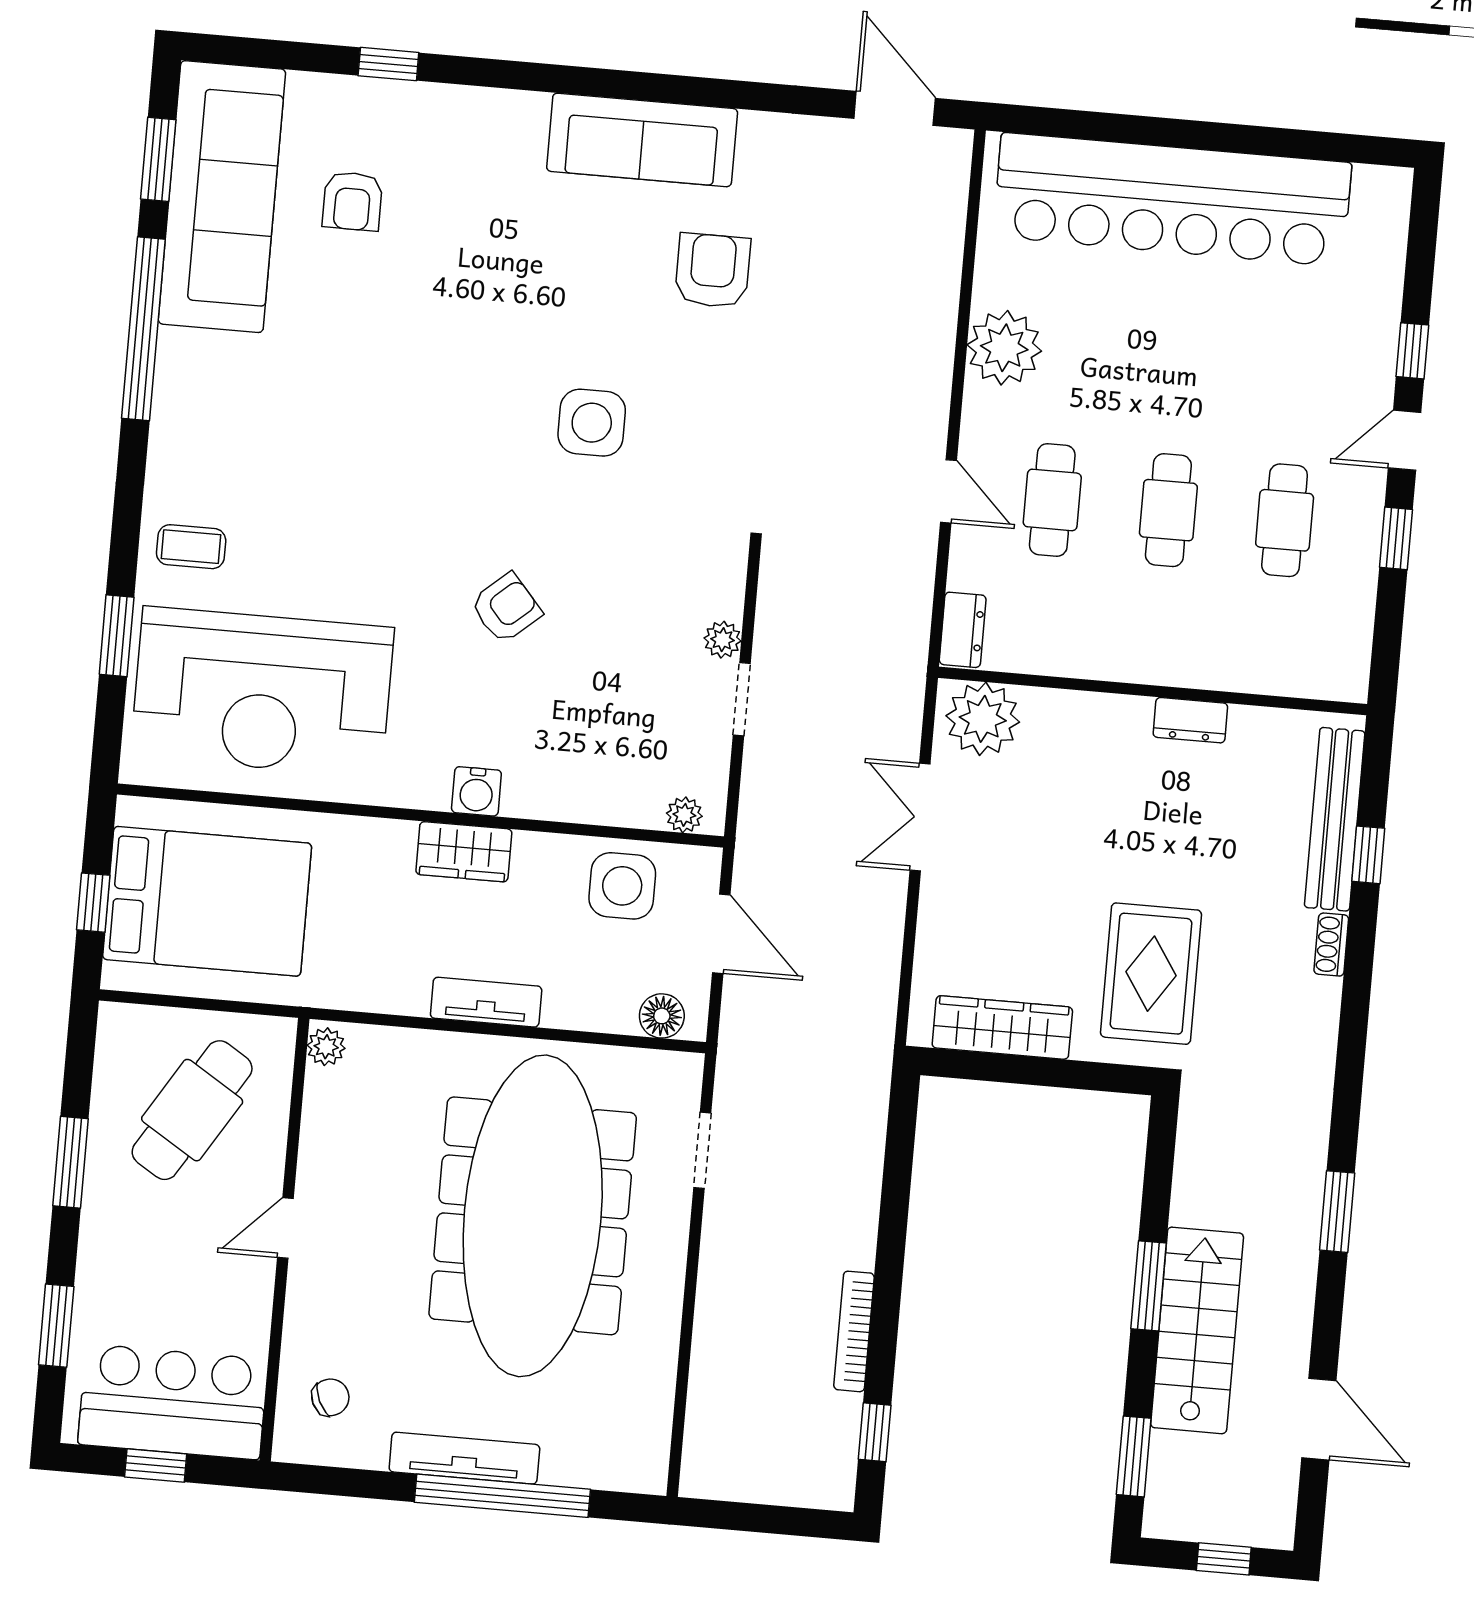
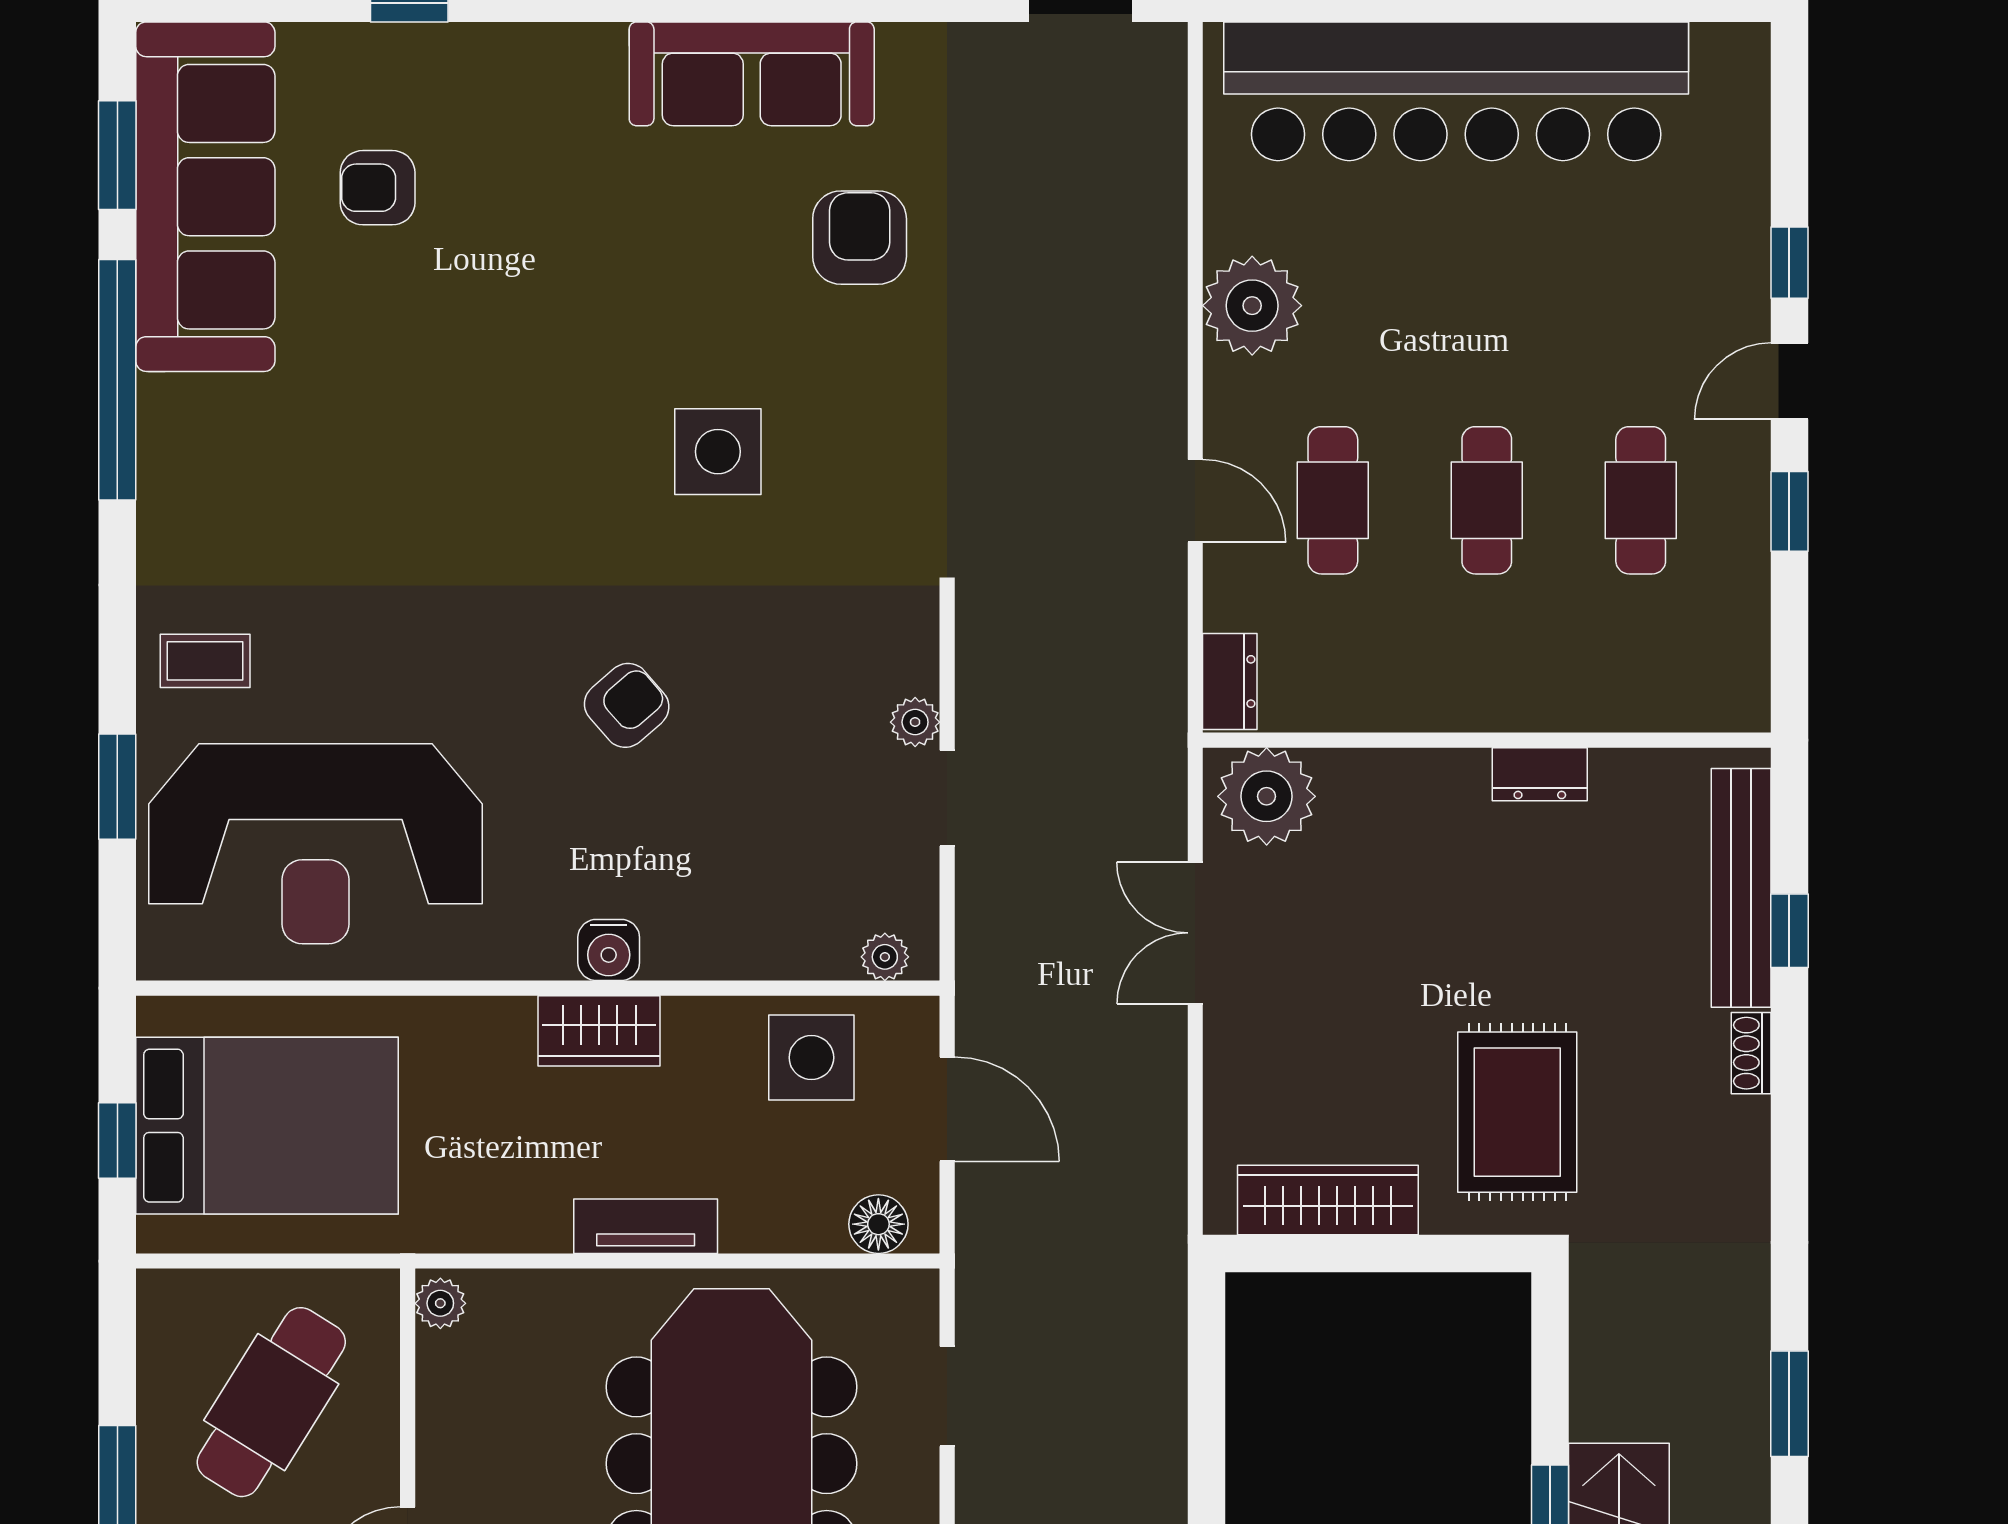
armchair: (352, 201) -> (378, 188), turned 90

